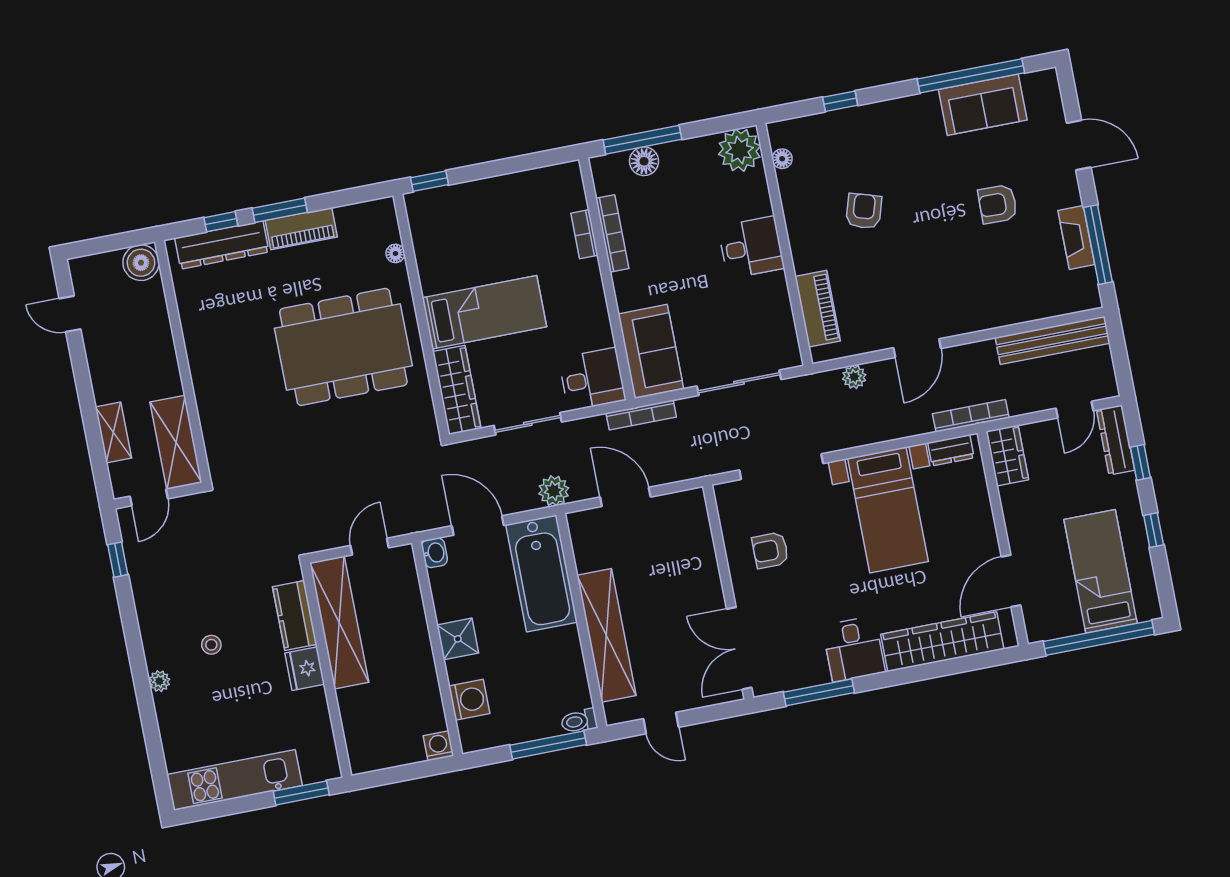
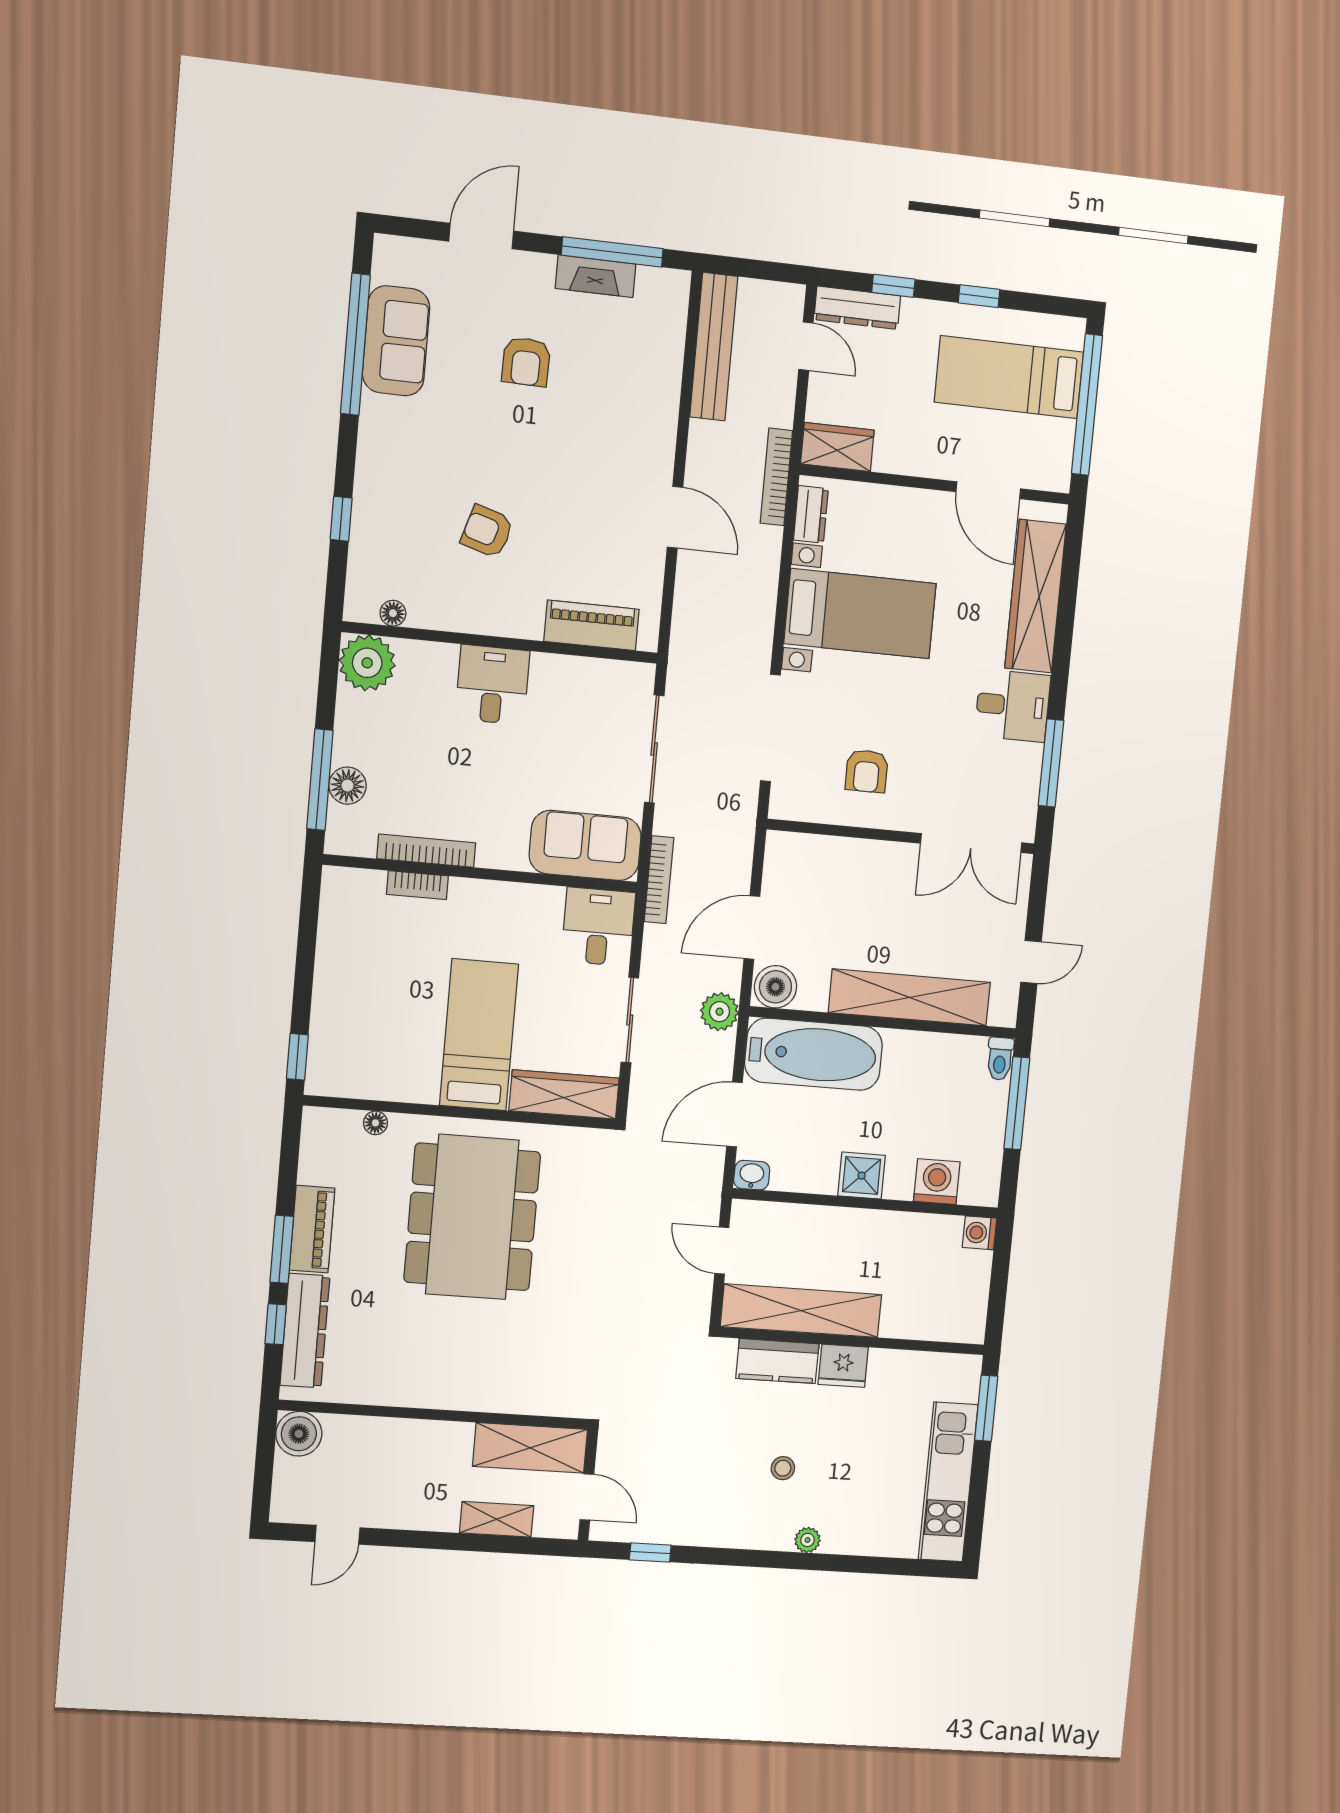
plant: (854, 377) -> (688, 606), removed
boiler: (585, 529) -> (776, 987), added

